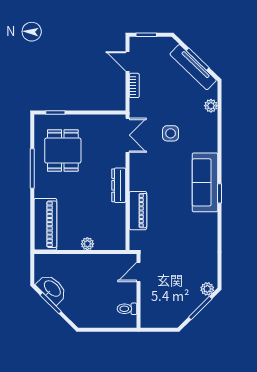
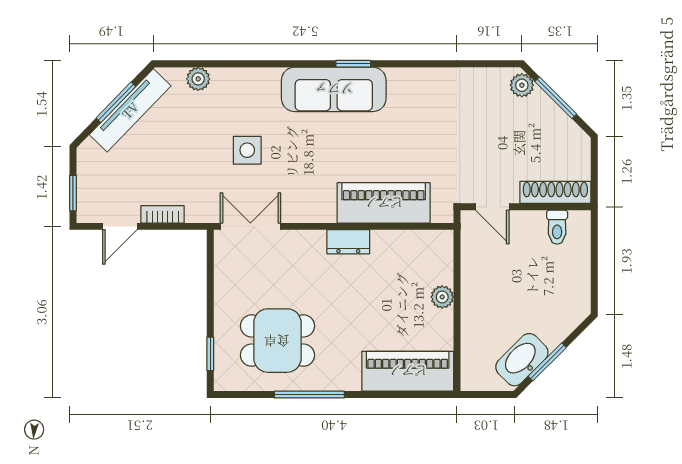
dresser: (119, 185) -> (348, 242), width x0.70
piano: (138, 211) -> (384, 203), width x1.37, depth x1.33
shoe rack: (147, 308) -> (555, 192), added

